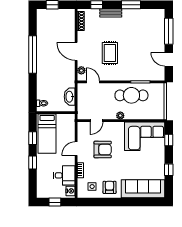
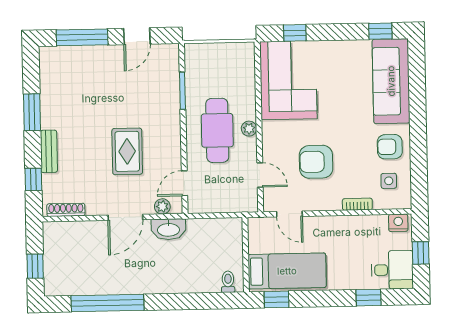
rug: (110, 53) -> (127, 151), turned 90
window: (33, 55) -> (107, 303), moved
cafe table: (131, 95) -> (217, 130), moved
washbasin: (70, 97) -> (168, 229), moved
window: (33, 138) -> (277, 299), moved
door: (76, 149) -> (289, 214), moved
armchair: (103, 150) -> (316, 162), turned -90
window: (33, 163) -> (369, 298), moved
window: (169, 170) -> (380, 31), moved
desk: (64, 175) -> (392, 270), moved, turned 90

